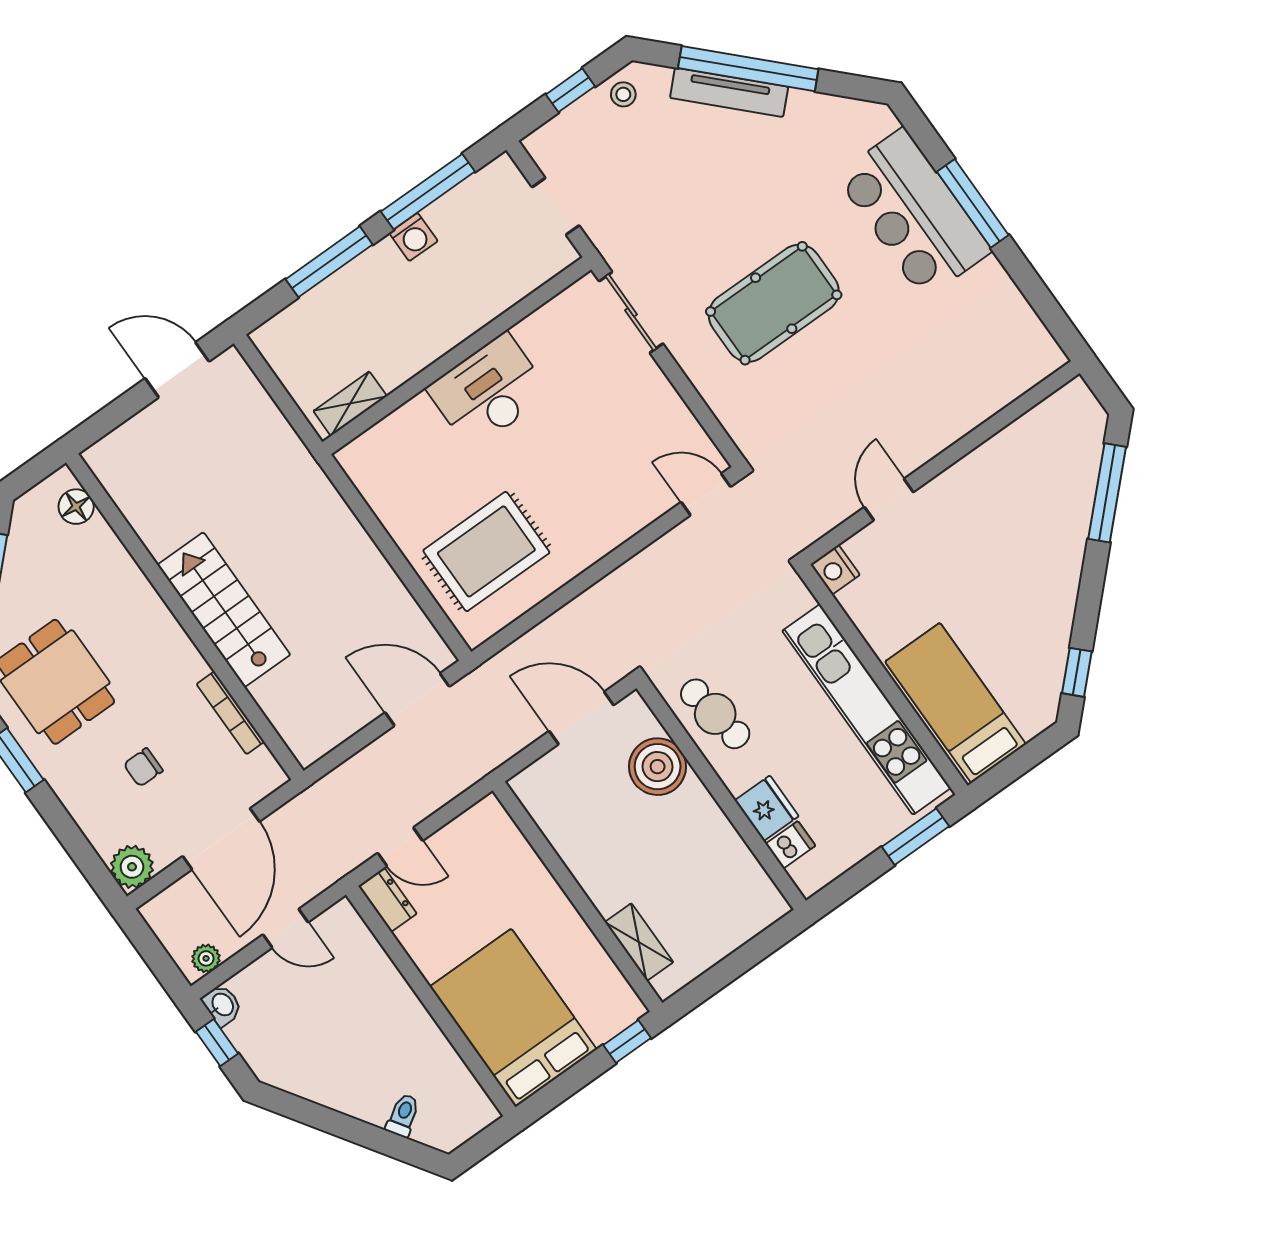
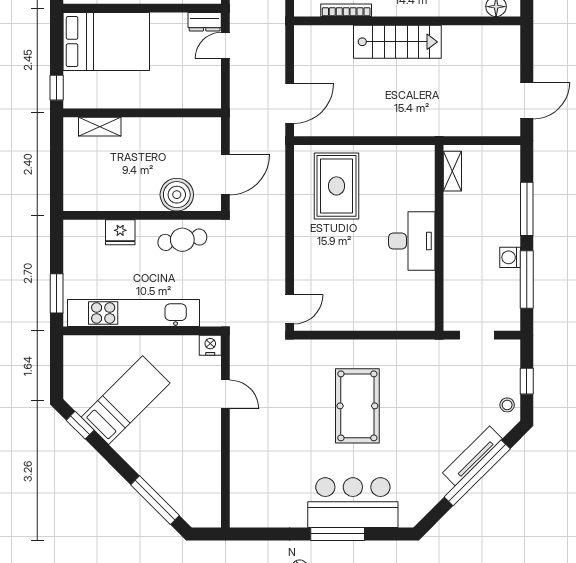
sliding door: (631, 312) -> (401, 335), removed
bed: (956, 703) -> (126, 400), moved, turned -45
dishwasher: (790, 845) -> (95, 231), removed

